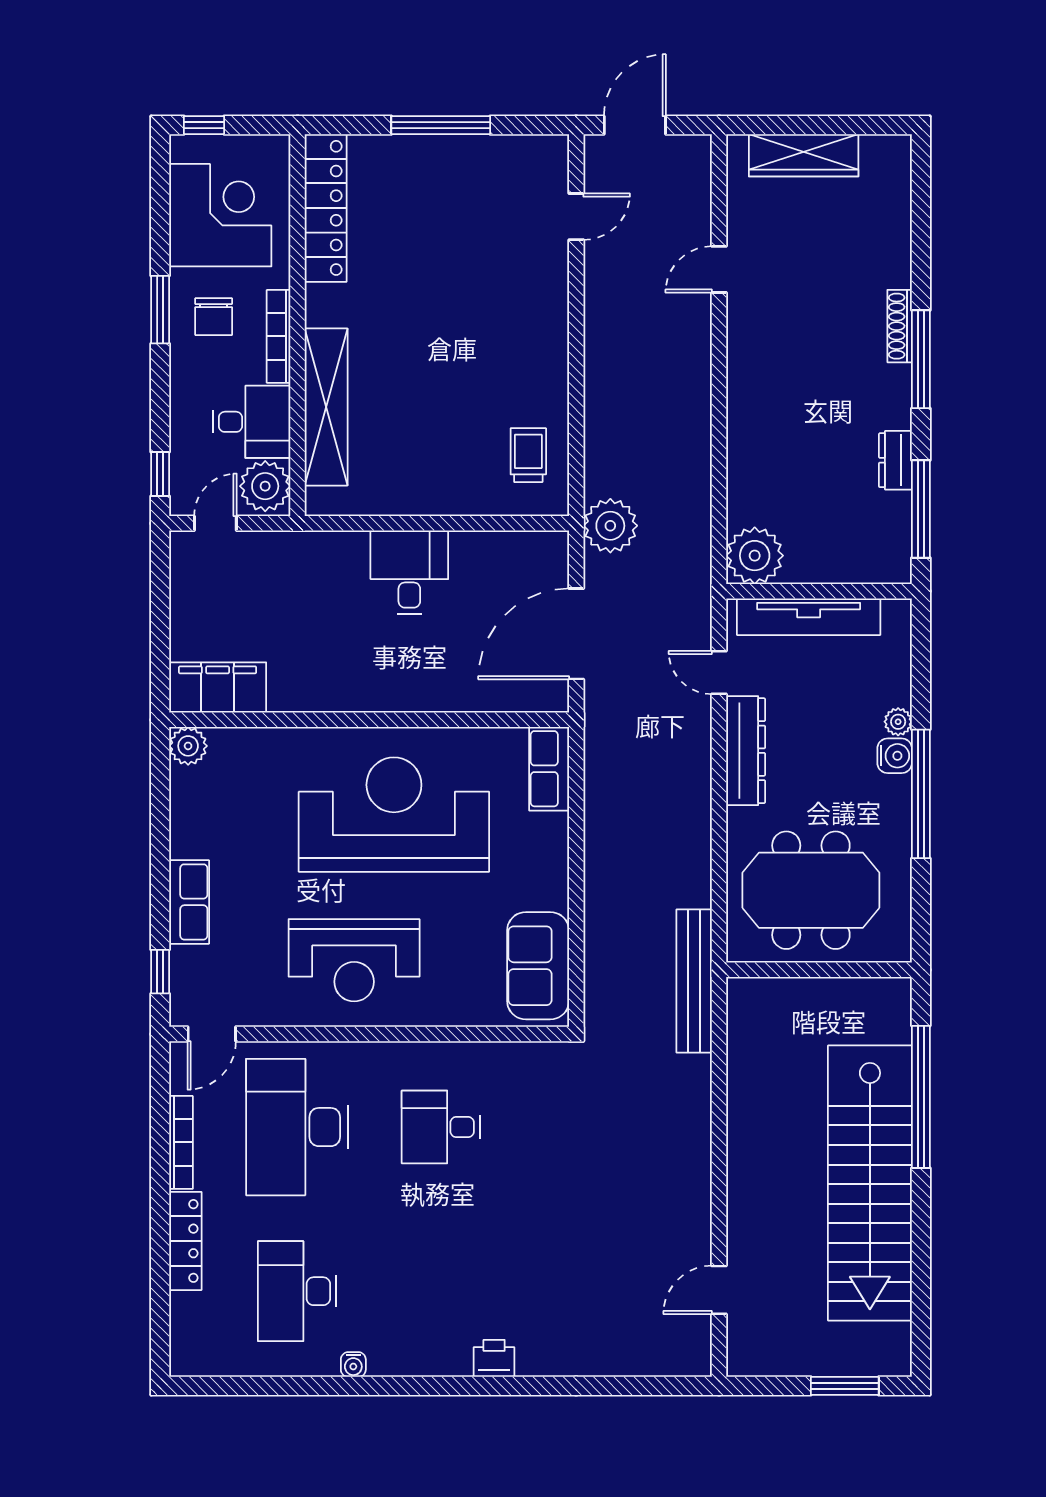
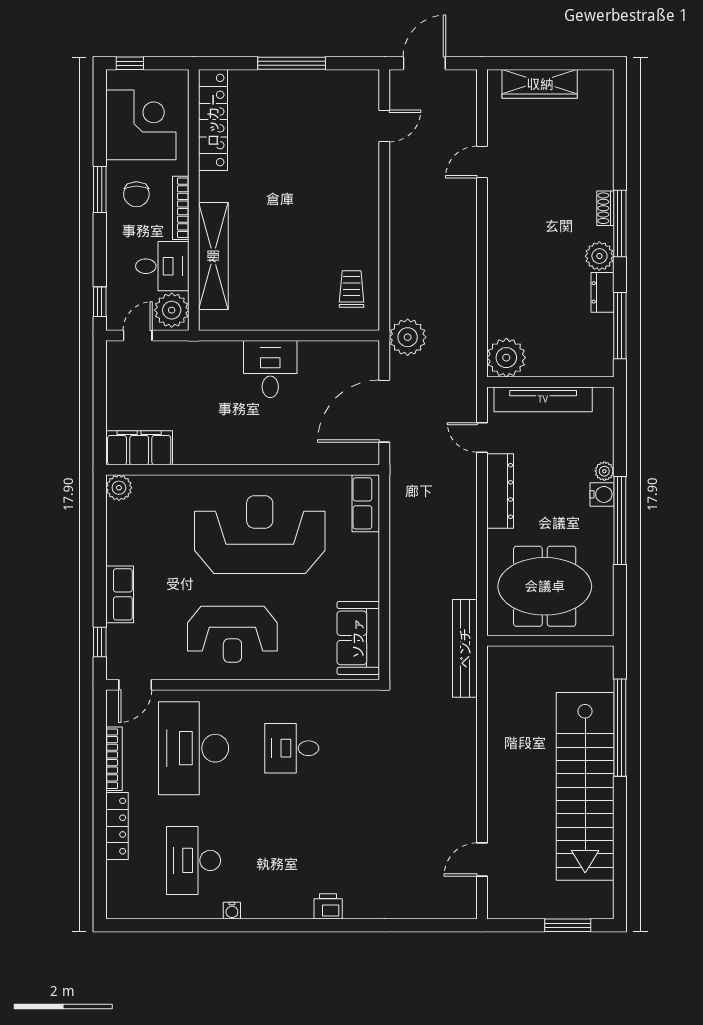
shoe rack: (900, 326) -> (605, 208), width x0.70
plant: (891, 407) -> (599, 256), added

